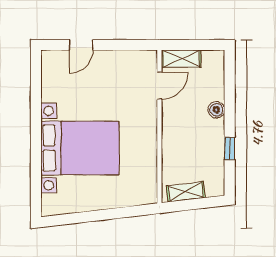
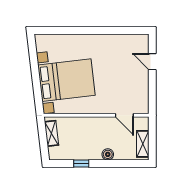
shelving: (181, 59) -> (143, 144), moved
bed with nightstands: (80, 148) -> (66, 80), moved, turned -97

